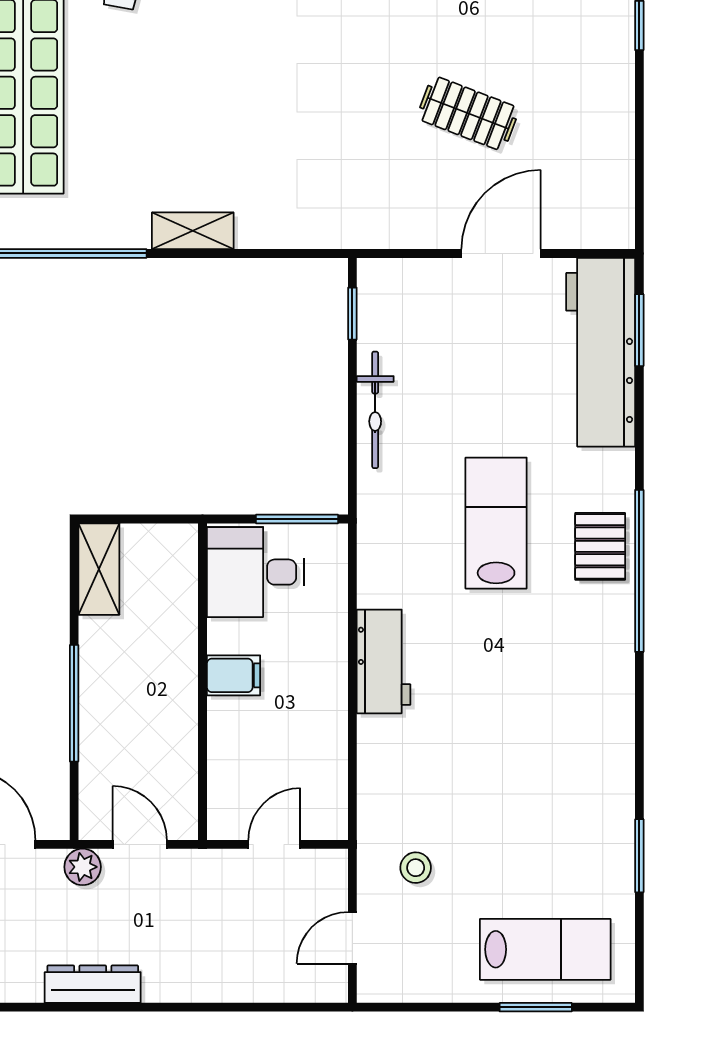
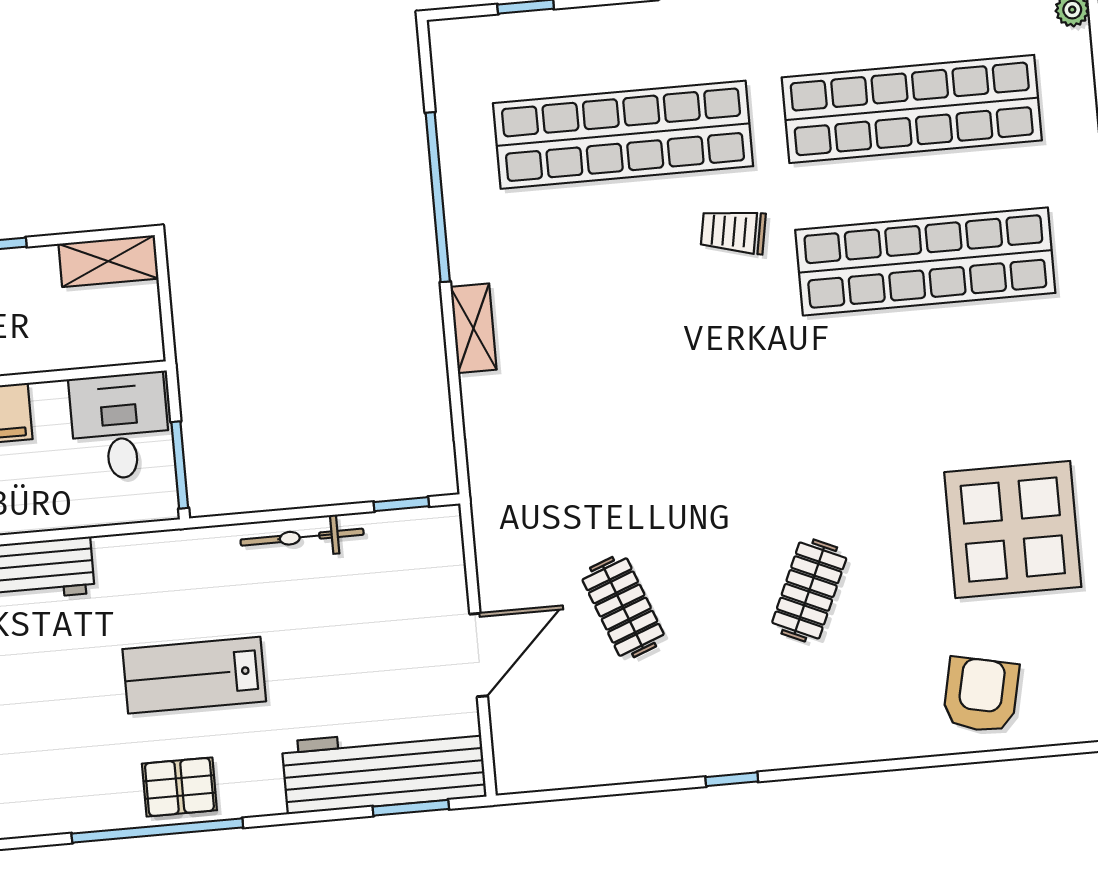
clothes rail: (468, 113) -> (623, 607), turned -42
door: (501, 253) -> (479, 655), hinge flipped
lab bench: (496, 523) -> (194, 675), turned 180

